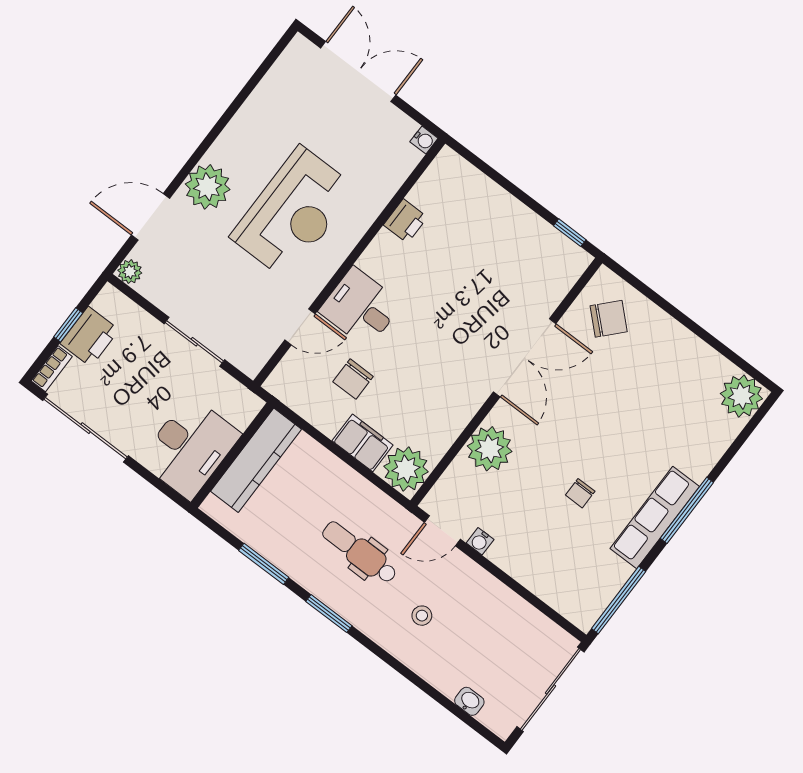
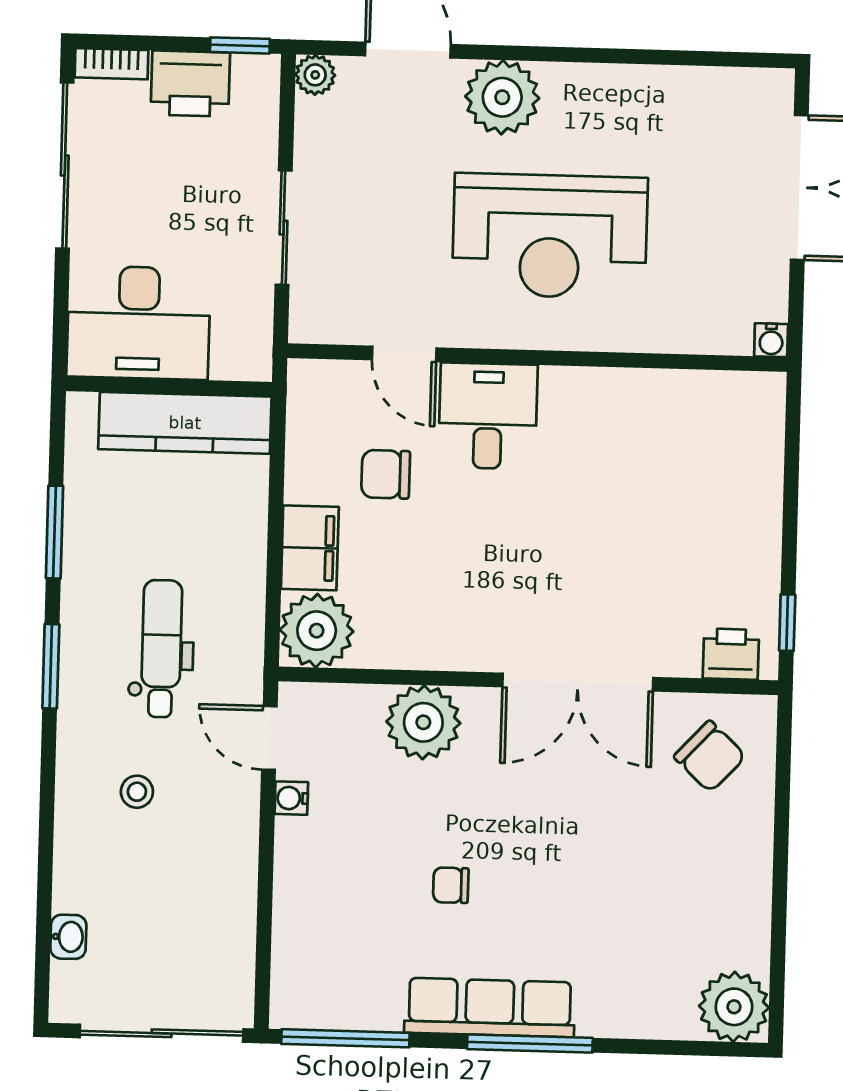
printer: (405, 221) -> (731, 654), moved, turned 180
window: (68, 325) -> (240, 45), moved

